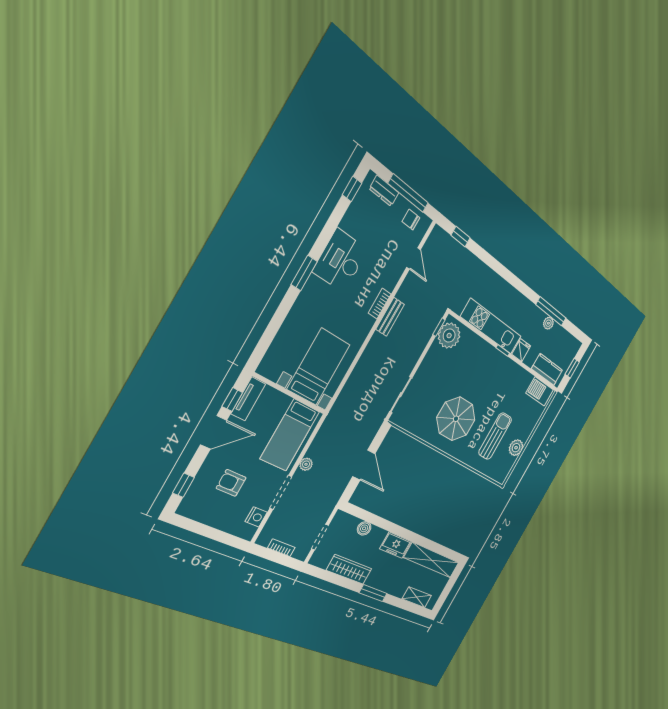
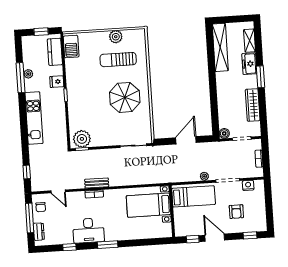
window: (352, 189) -> (69, 247), moved
door: (414, 258) -> (58, 191), swing flipped
kitchen unit: (491, 327) -> (34, 118), moved, turned 180
tv unit: (248, 399) -> (188, 231), removed
boiler: (364, 528) -> (224, 133), moved
freezer: (396, 545) -> (249, 64), moved, turned 180

